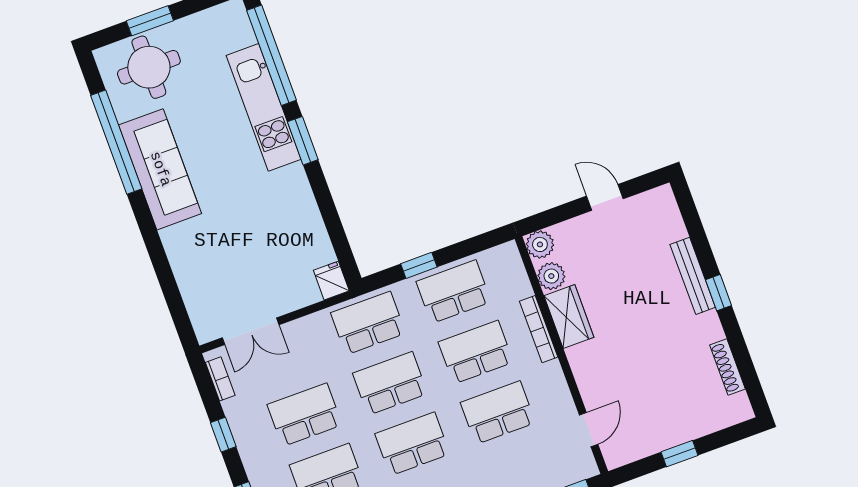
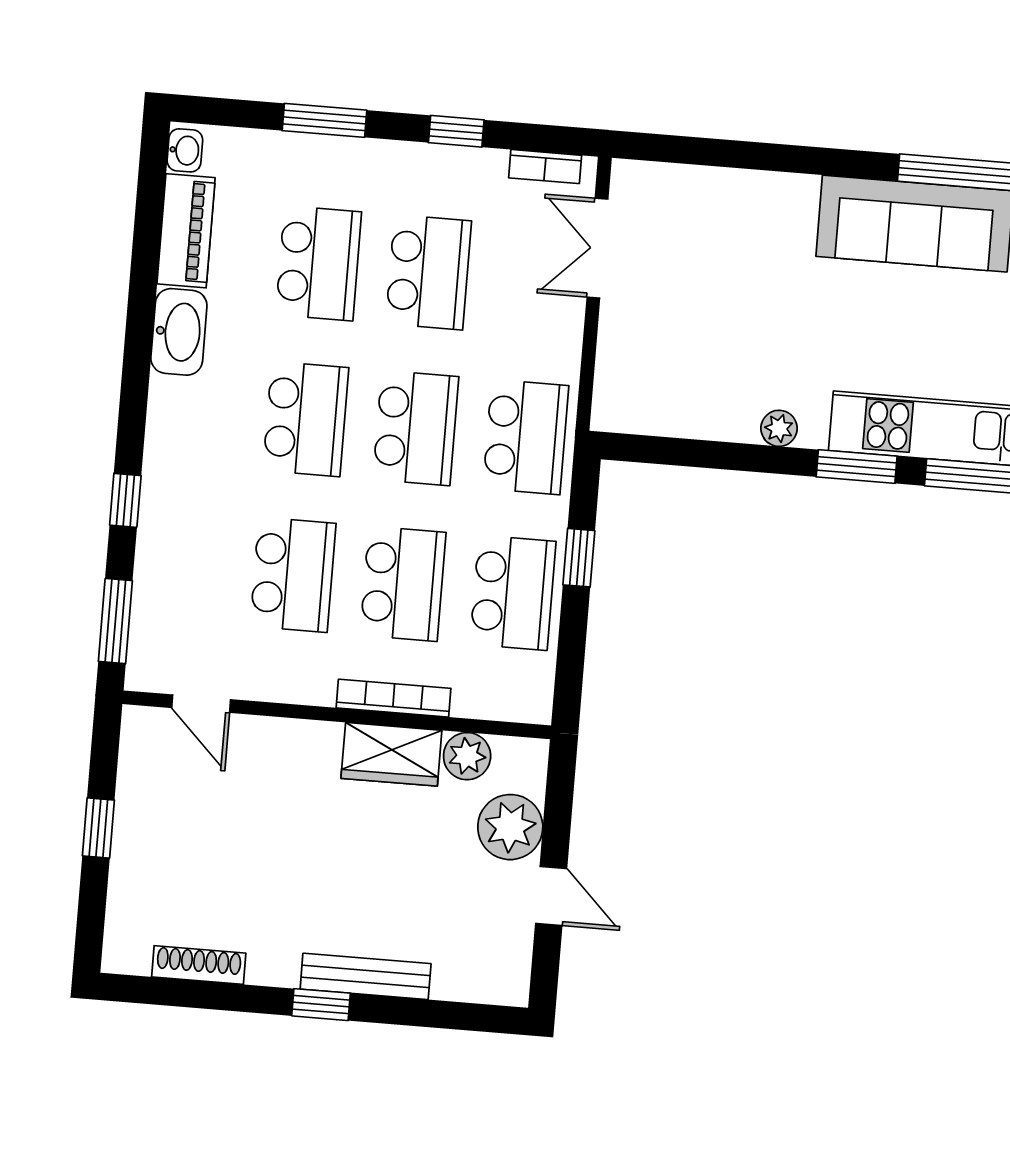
plant: (302, 191) -> (779, 428), added
door: (605, 197) -> (551, 896), hinge flipped
plant: (540, 244) -> (510, 827), moved, width x1.36, depth x1.36
fridge: (331, 281) -> (618, 410), removed

